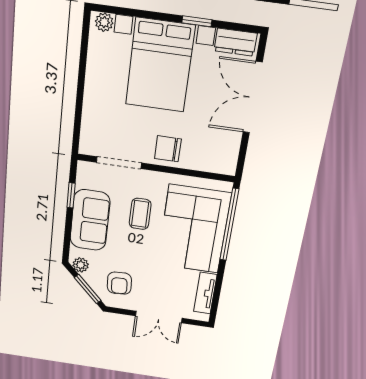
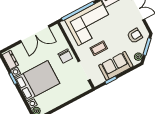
double door: (253, 98) -> (35, 34), moved

